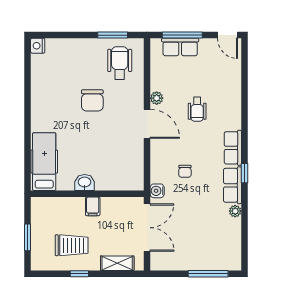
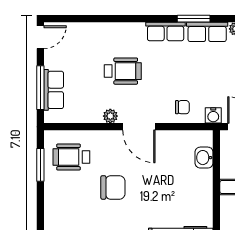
wheelchair: (197, 109) -> (123, 71), width x1.36, depth x1.37
door: (147, 124) -> (139, 127), swing flipped
chair: (185, 171) -> (182, 107), moved
window: (244, 173) -> (194, 19), width x1.50
washbasin: (85, 182) -> (204, 158), moved

